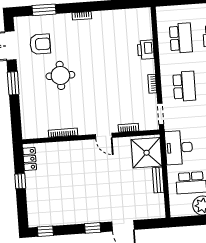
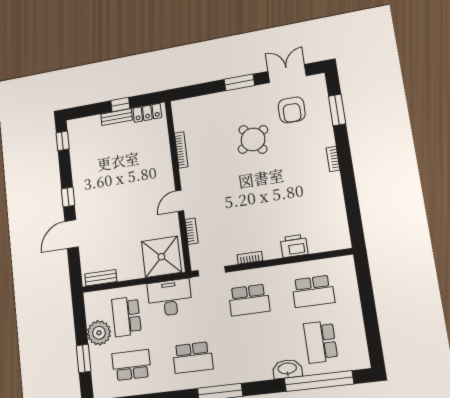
round table: (60, 75) -> (253, 139), turned -35
bench: (158, 180) -> (101, 278), moved
bench: (30, 185) -> (117, 117), added

